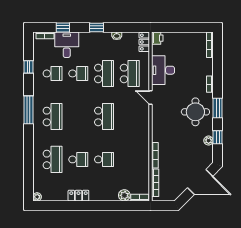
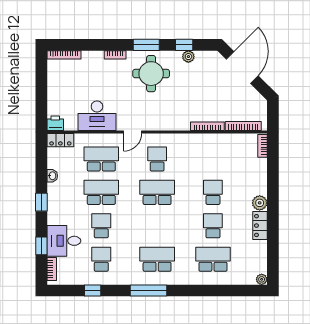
school desk: (130, 116) -> (157, 159), added
plant: (124, 195) -> (260, 203), moved

